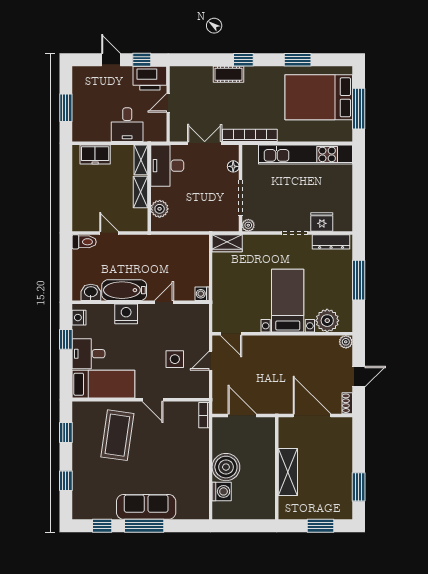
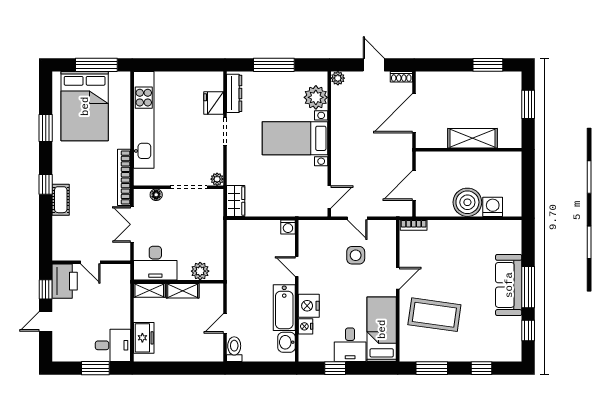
desk: (127, 125) -> (113, 345), moved
nightstand: (79, 318) -> (306, 326), moved, turned 90
window: (66, 432) -> (432, 368), width x1.50

